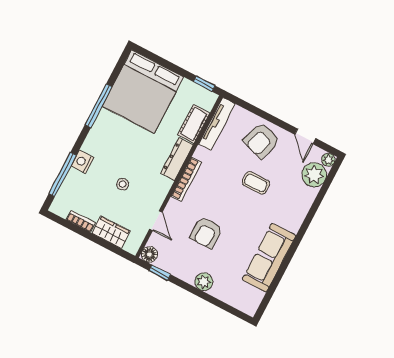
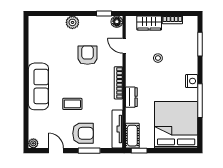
window: (265, 115) -> (89, 151), added
cot: (194, 124) -> (132, 136), moved
armchair: (262, 140) -> (83, 133), turned 72
dresser: (177, 159) -> (131, 97), width x0.70
nightstand: (82, 162) -> (192, 81), moved
window: (63, 174) -> (200, 44), width x0.69
plant: (314, 175) -> (37, 129), removed
sofa: (269, 258) -> (38, 86), moved

